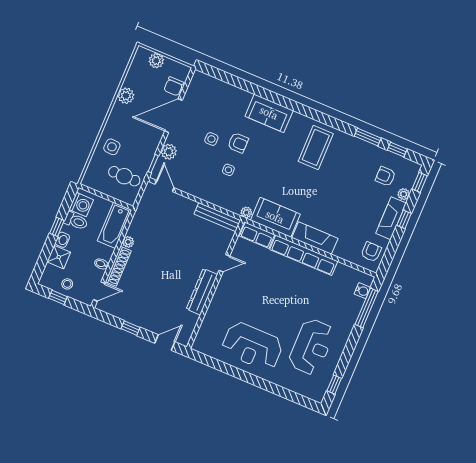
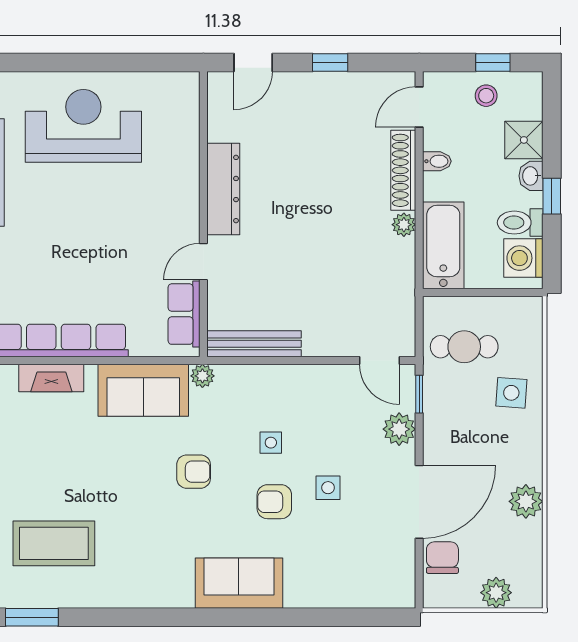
coffee table: (316, 147) -> (54, 543), moved, turned 90
armchair: (268, 171) -> (194, 472), added
row of seats: (257, 235) -> (184, 314), moved, turned -90
fireplace: (315, 238) -> (51, 378), width x0.73, depth x0.76

